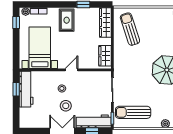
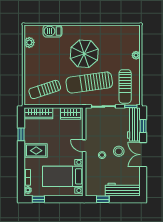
sun lounger: (137, 75) -> (89, 83), added
workbench: (26, 89) -> (123, 190), moved

